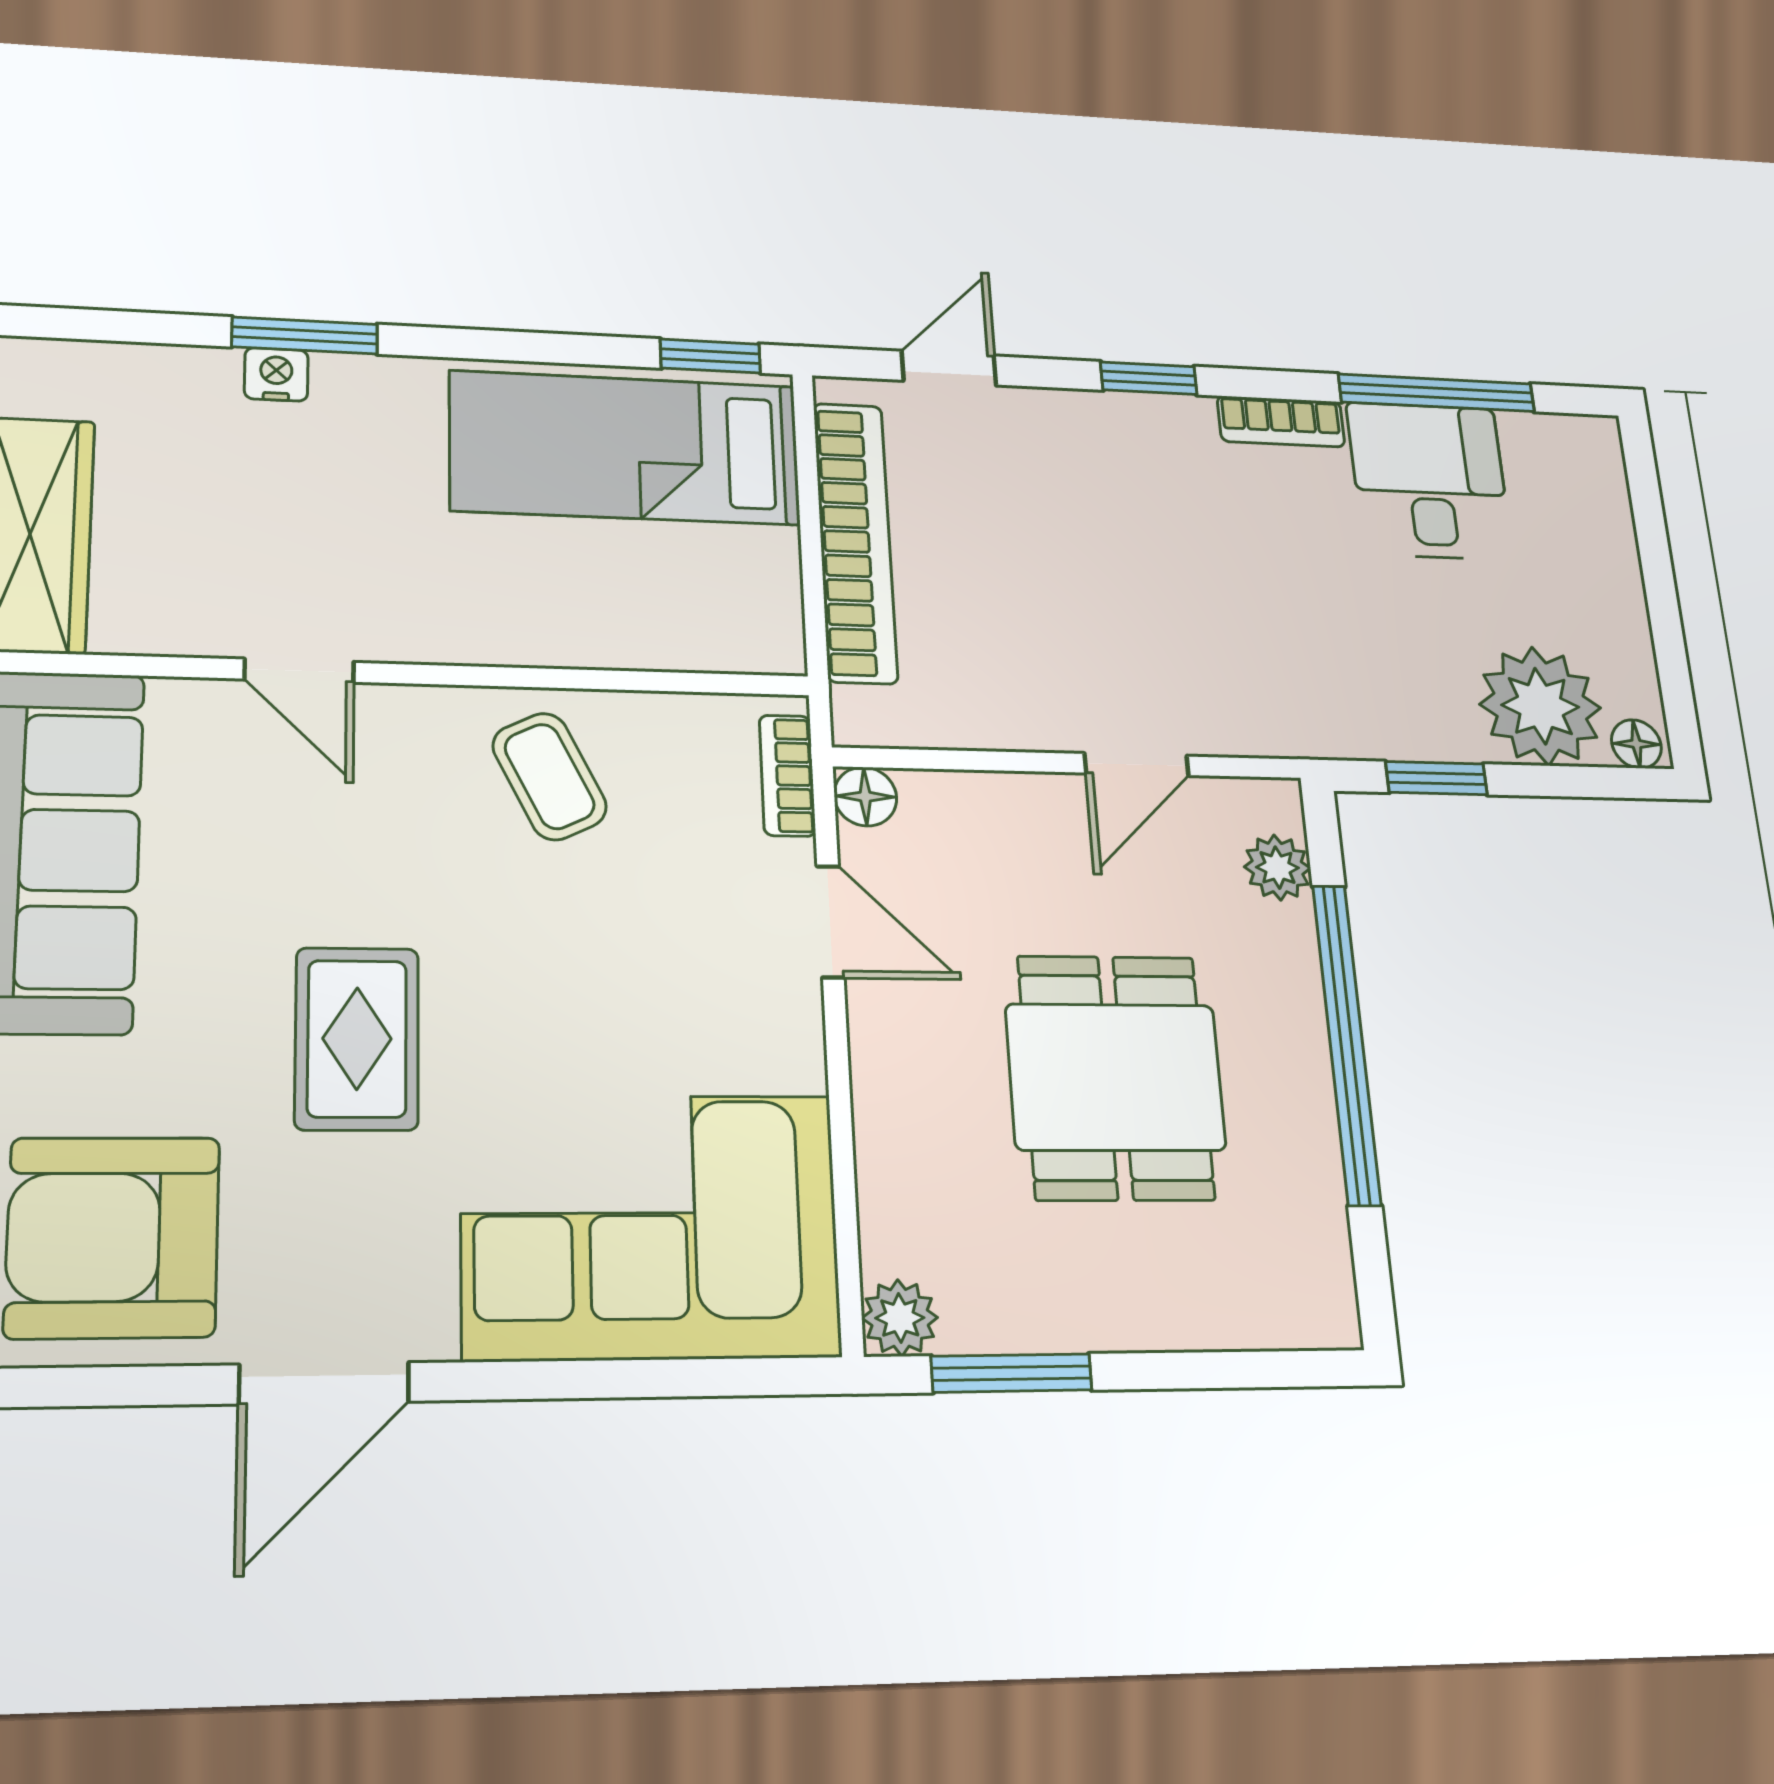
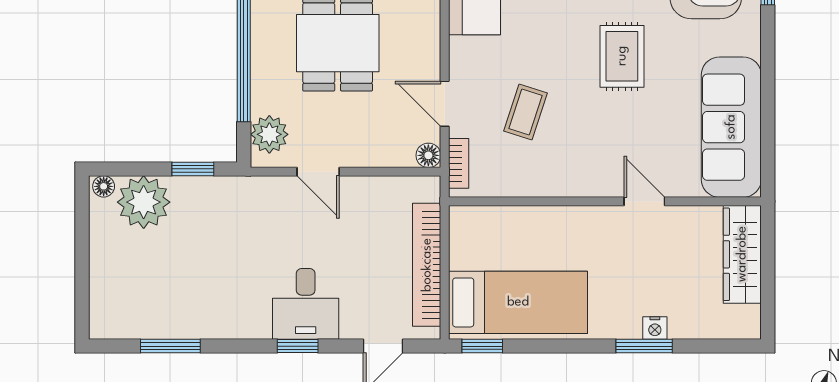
window: (1437, 393) -> (170, 346), width x0.69
bookcase: (1281, 421) -> (242, 329), removed
desk: (1429, 481) -> (306, 304), moved
door: (1137, 765) -> (318, 172), swing flipped
coffee table: (550, 776) -> (526, 112), moved, turned 44
plant: (1277, 868) -> (269, 134), width x1.38, depth x1.38

